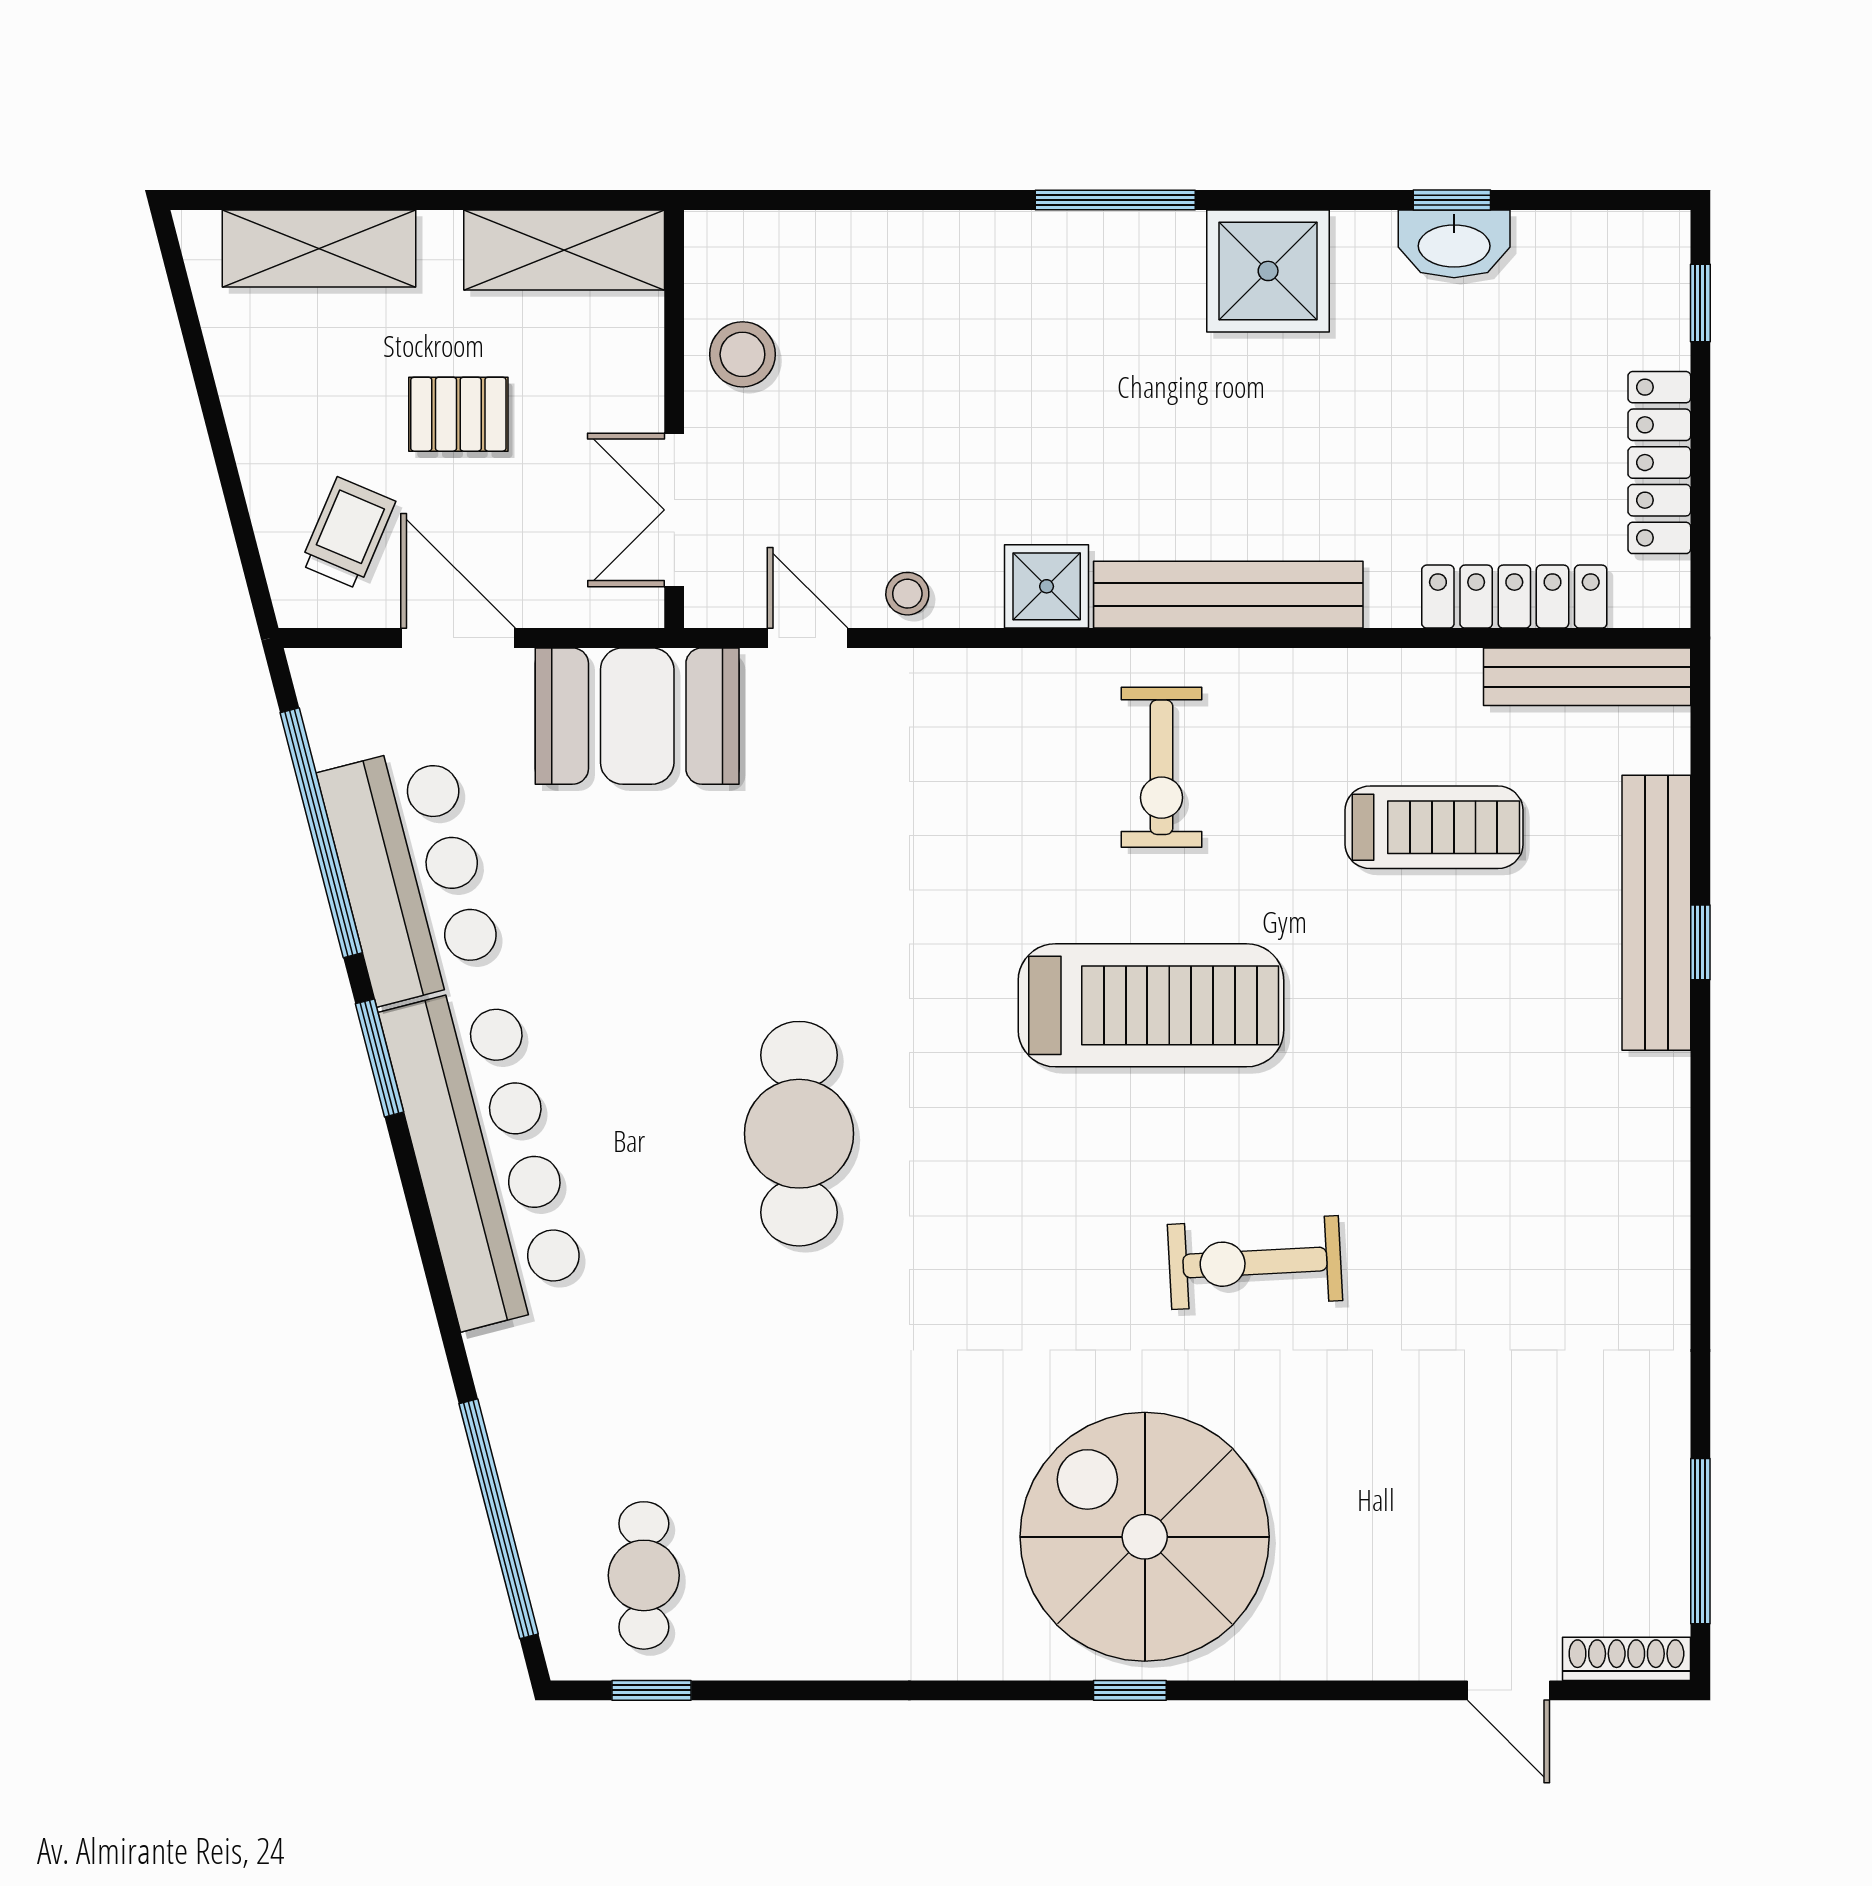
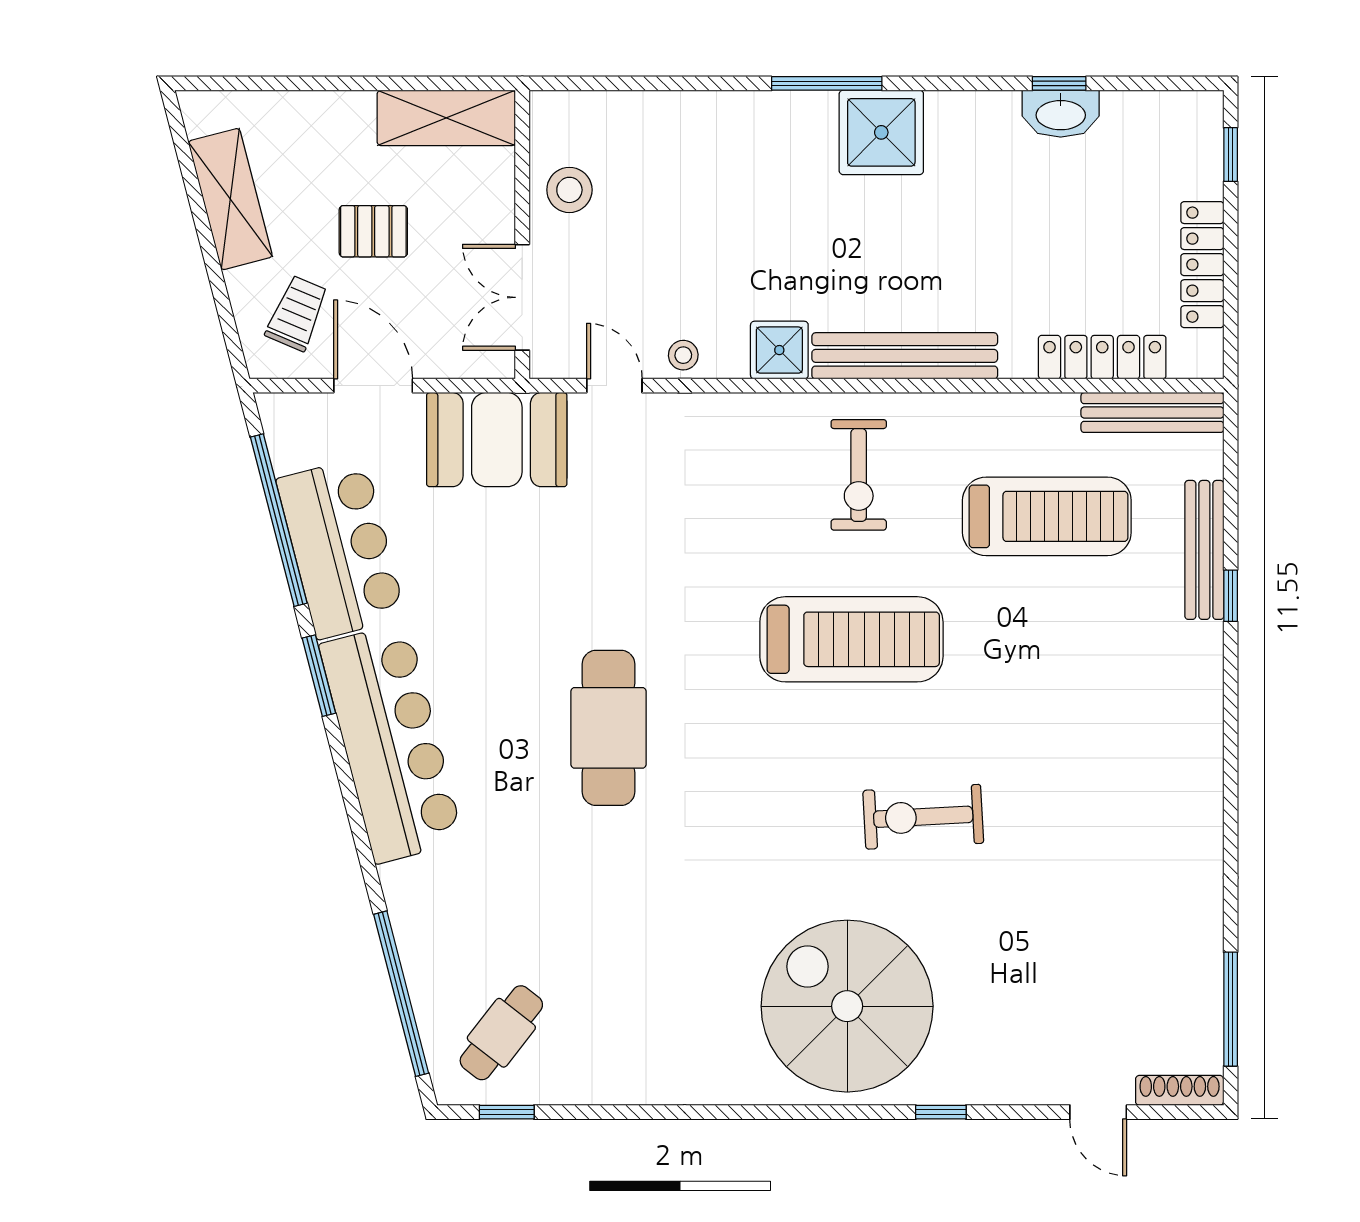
shelving: (319, 248) -> (230, 199), moved, turned 76
shower: (1268, 271) -> (881, 132), moved
treadmill: (1434, 827) -> (1047, 516), width x1.37, depth x1.38
bench: (1656, 913) -> (1204, 550), width x0.73, depth x0.82
cafe table: (644, 1575) -> (501, 1033), turned 38
window: (1130, 1690) -> (941, 1112), moved

